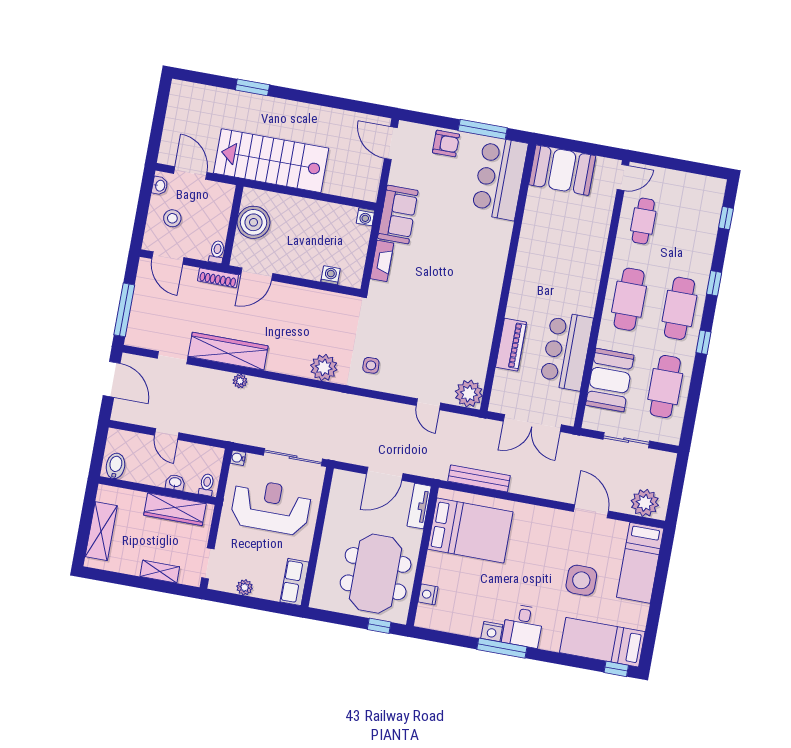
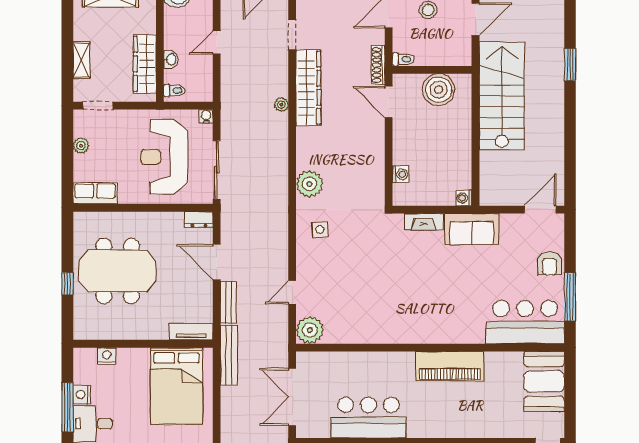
piano: (511, 345) -> (450, 366), moved, width x1.37, depth x1.33
bench: (427, 469) -> (228, 303), added
dresser: (339, 484) -> (199, 219), added
tv unit: (419, 506) -> (191, 332), moved
reception desk: (271, 507) -> (164, 157), turned 180
bed: (470, 531) -> (176, 386), moved
wall: (422, 556) -> (143, 344), moved
nightstand: (428, 594) -> (107, 356), moved

